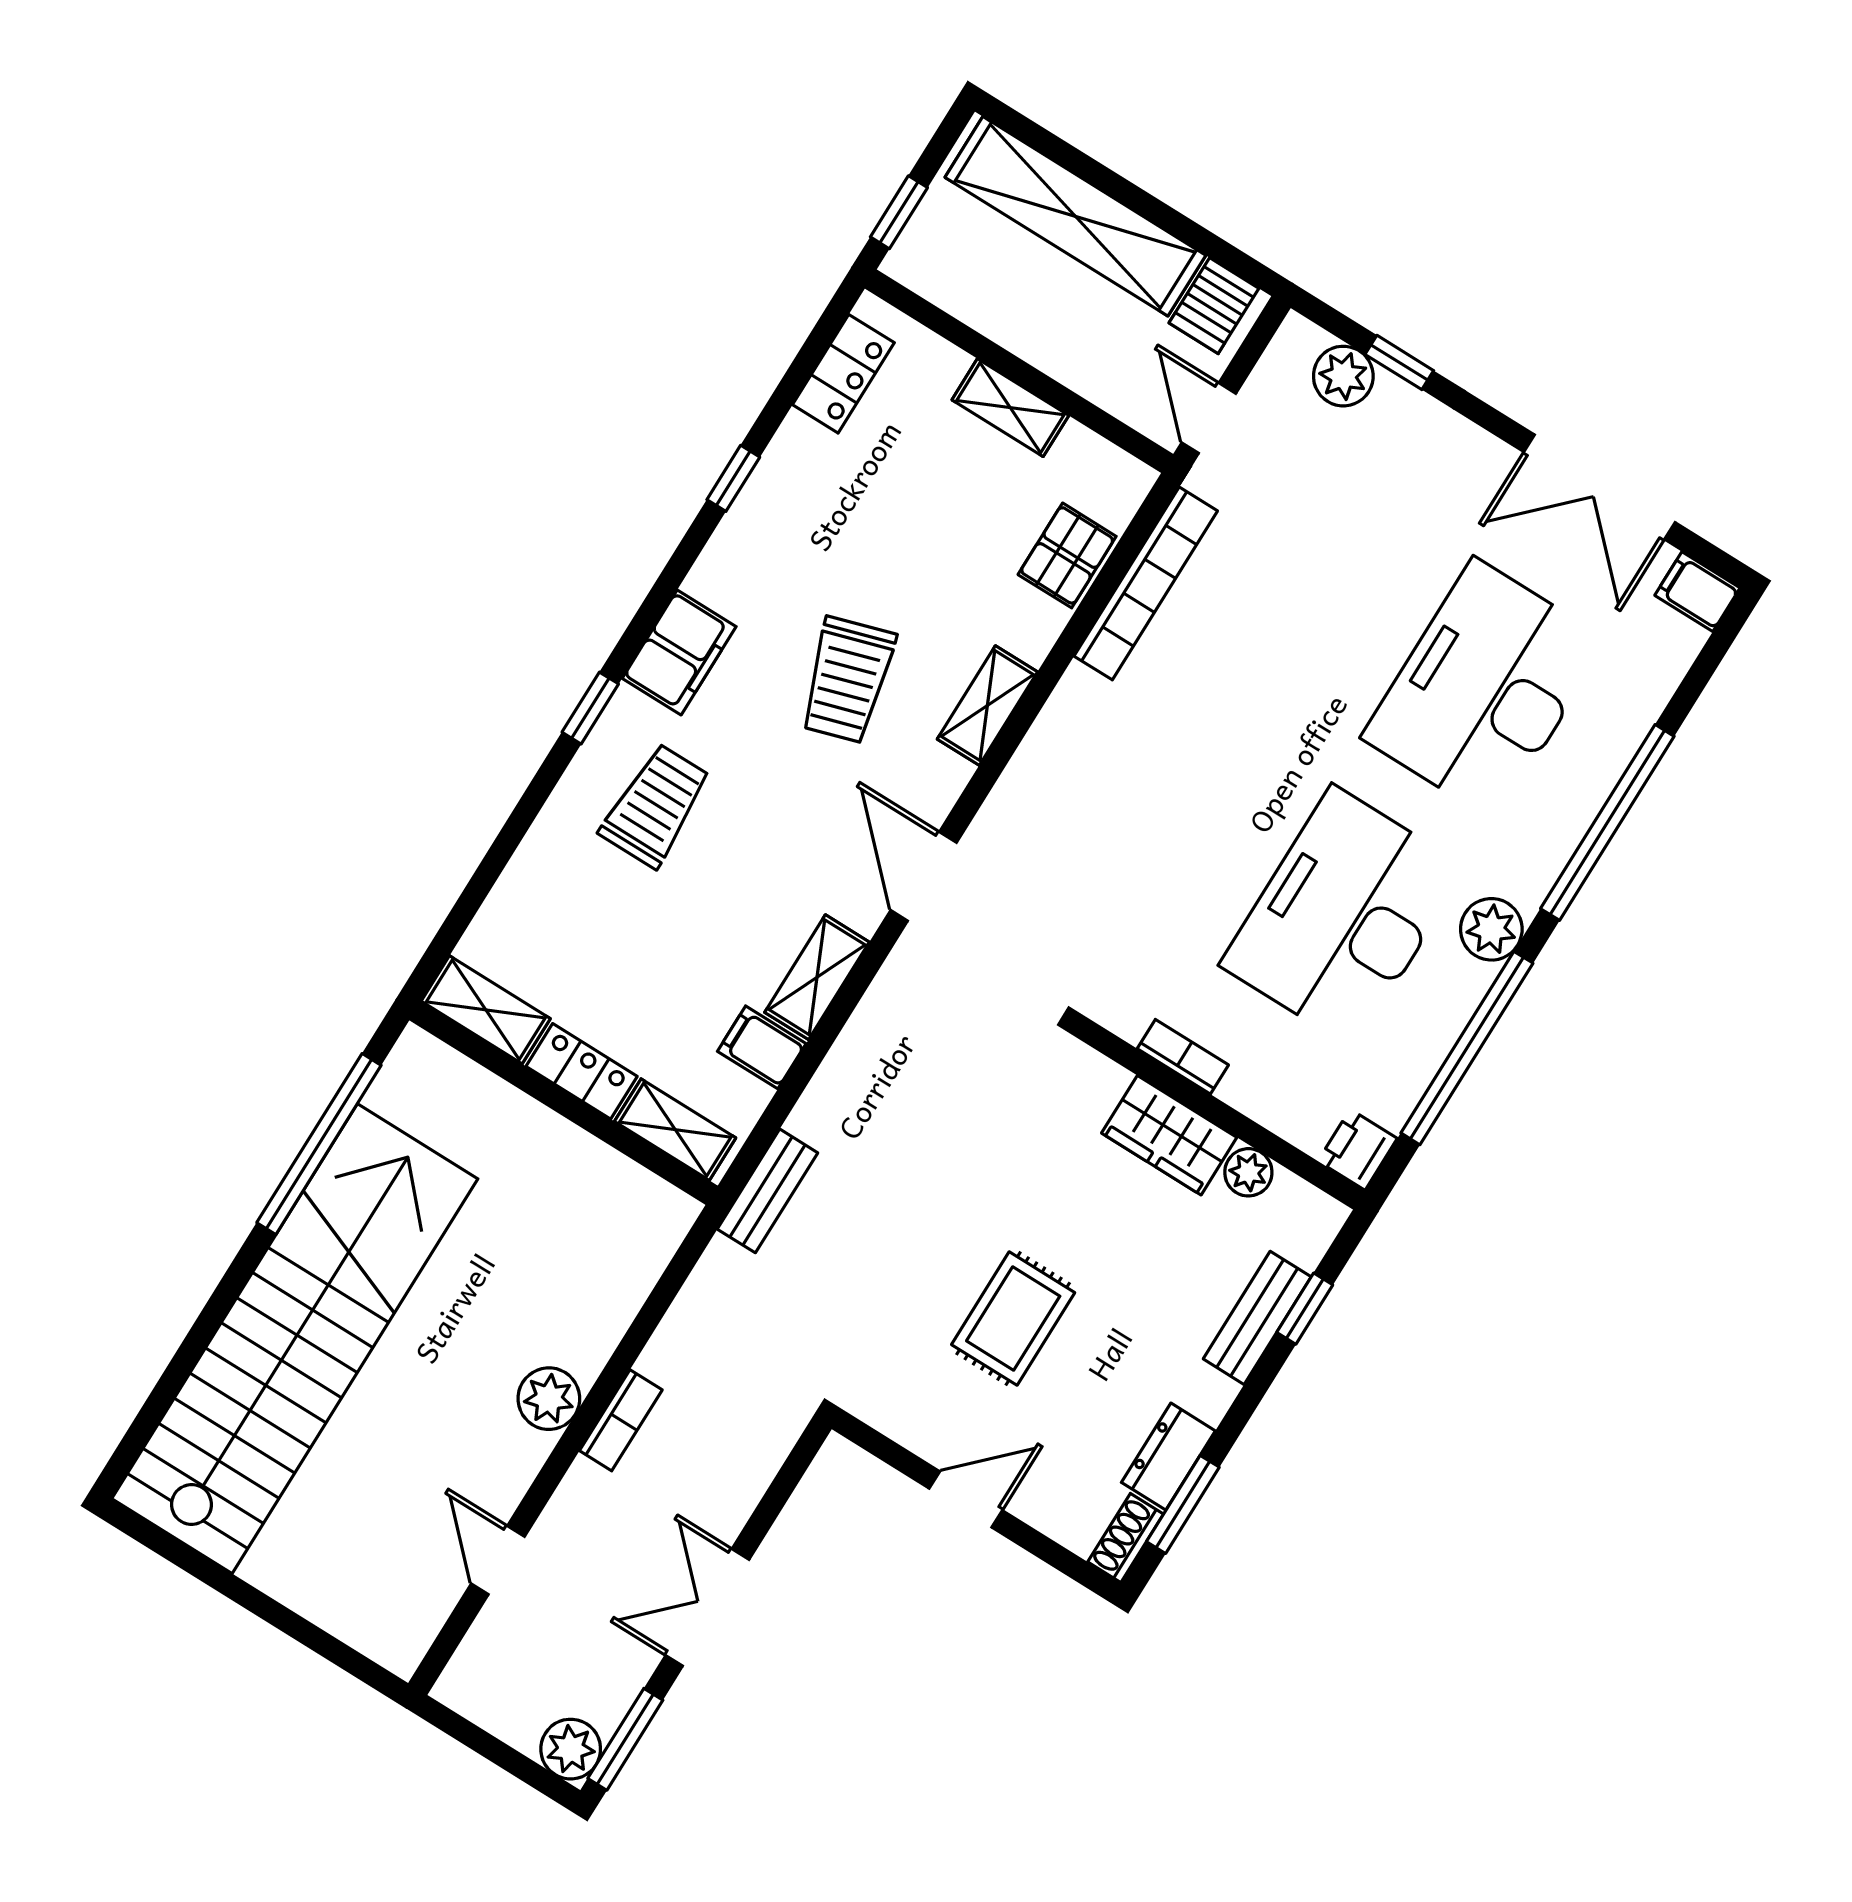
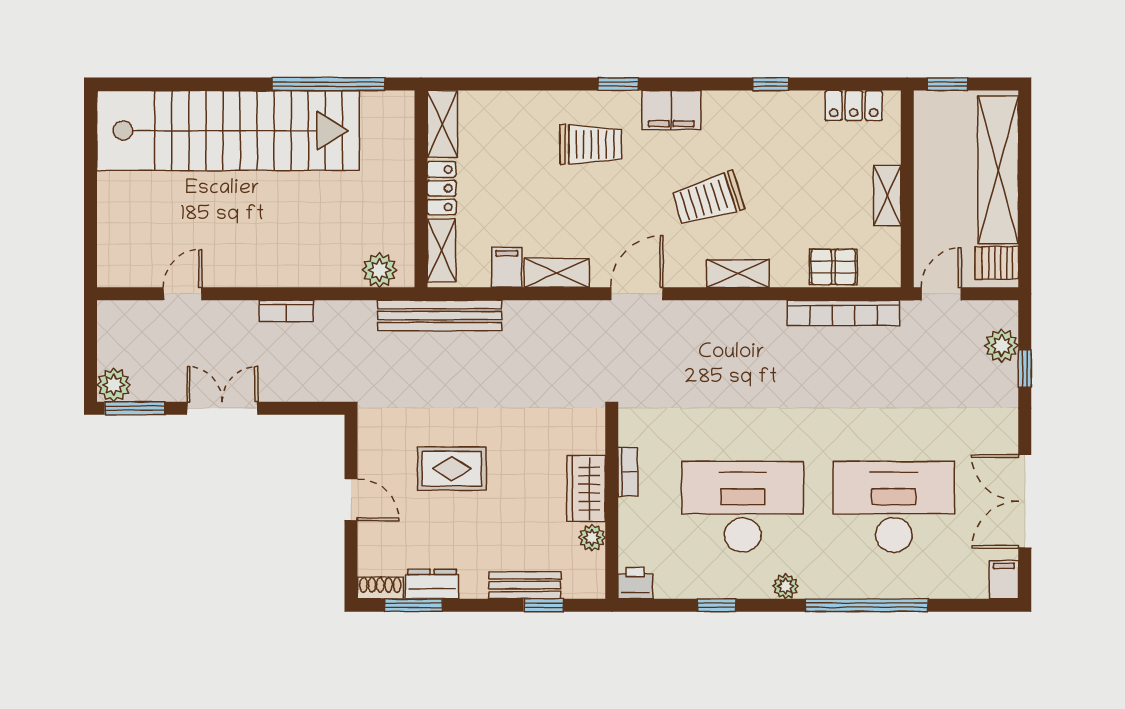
plant: (1491, 929) -> (785, 586), width x0.73, depth x0.73
window: (1467, 1048) -> (717, 605), width x0.32
bench: (768, 1191) -> (440, 316), width x1.86, depth x1.21
plant: (549, 1399) -> (379, 270), moved

